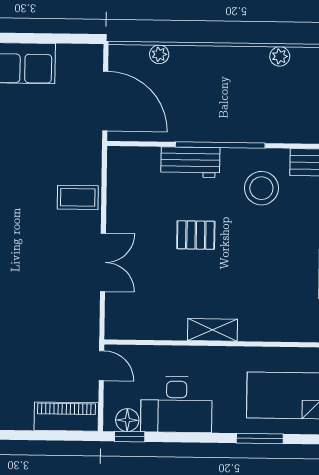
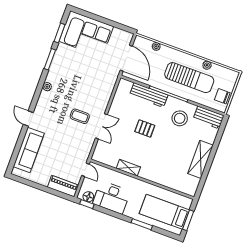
sun lounger: (252, 95) -> (189, 78), added
workbench: (190, 162) -> (149, 95), width x1.38
coffee table: (78, 197) -> (80, 116), moved
shelving: (213, 330) -> (128, 168), moved

